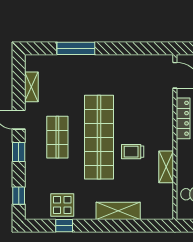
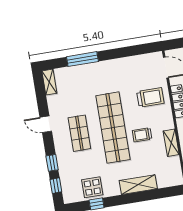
shelving: (31, 87) -> (49, 82), moved
trolley: (150, 108) -> (150, 97), added
window: (19, 152) -> (52, 163), moved

